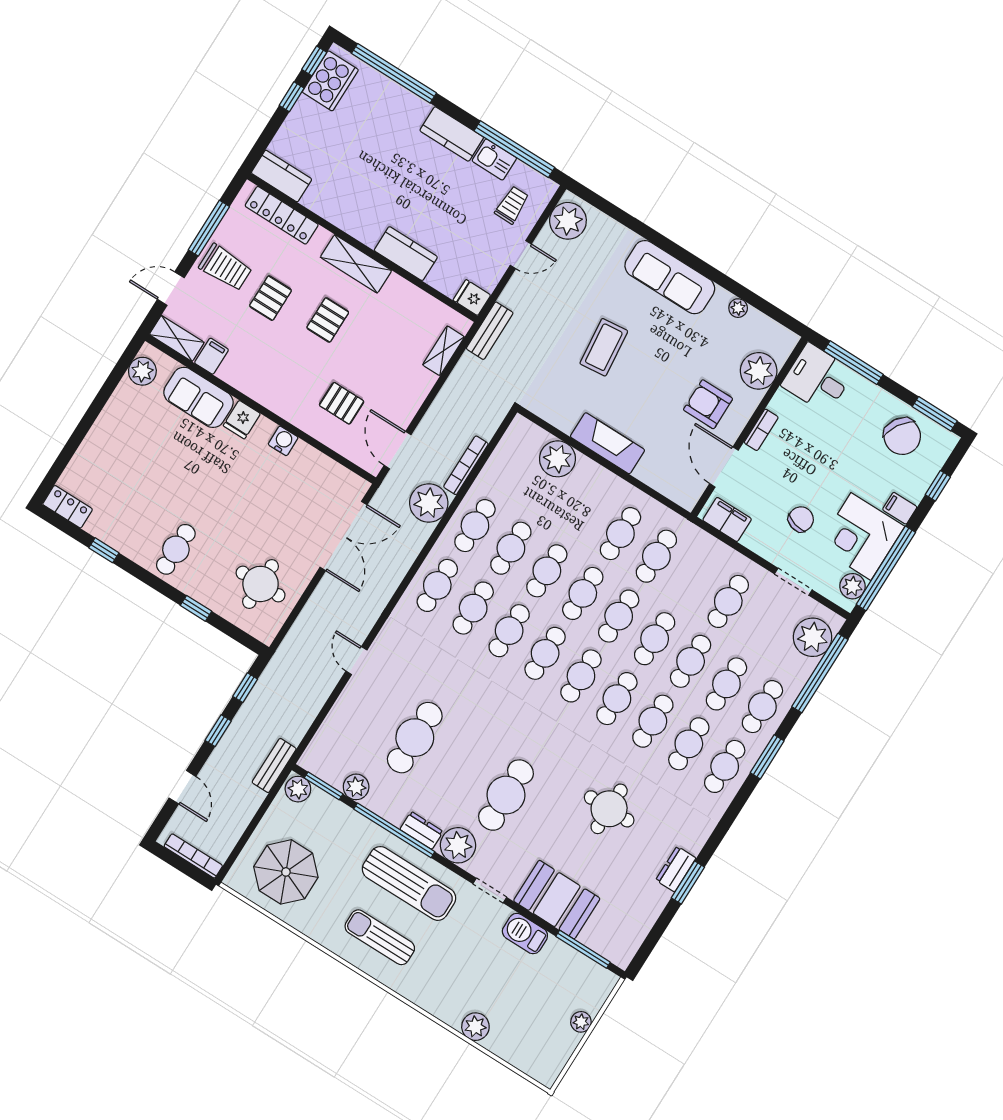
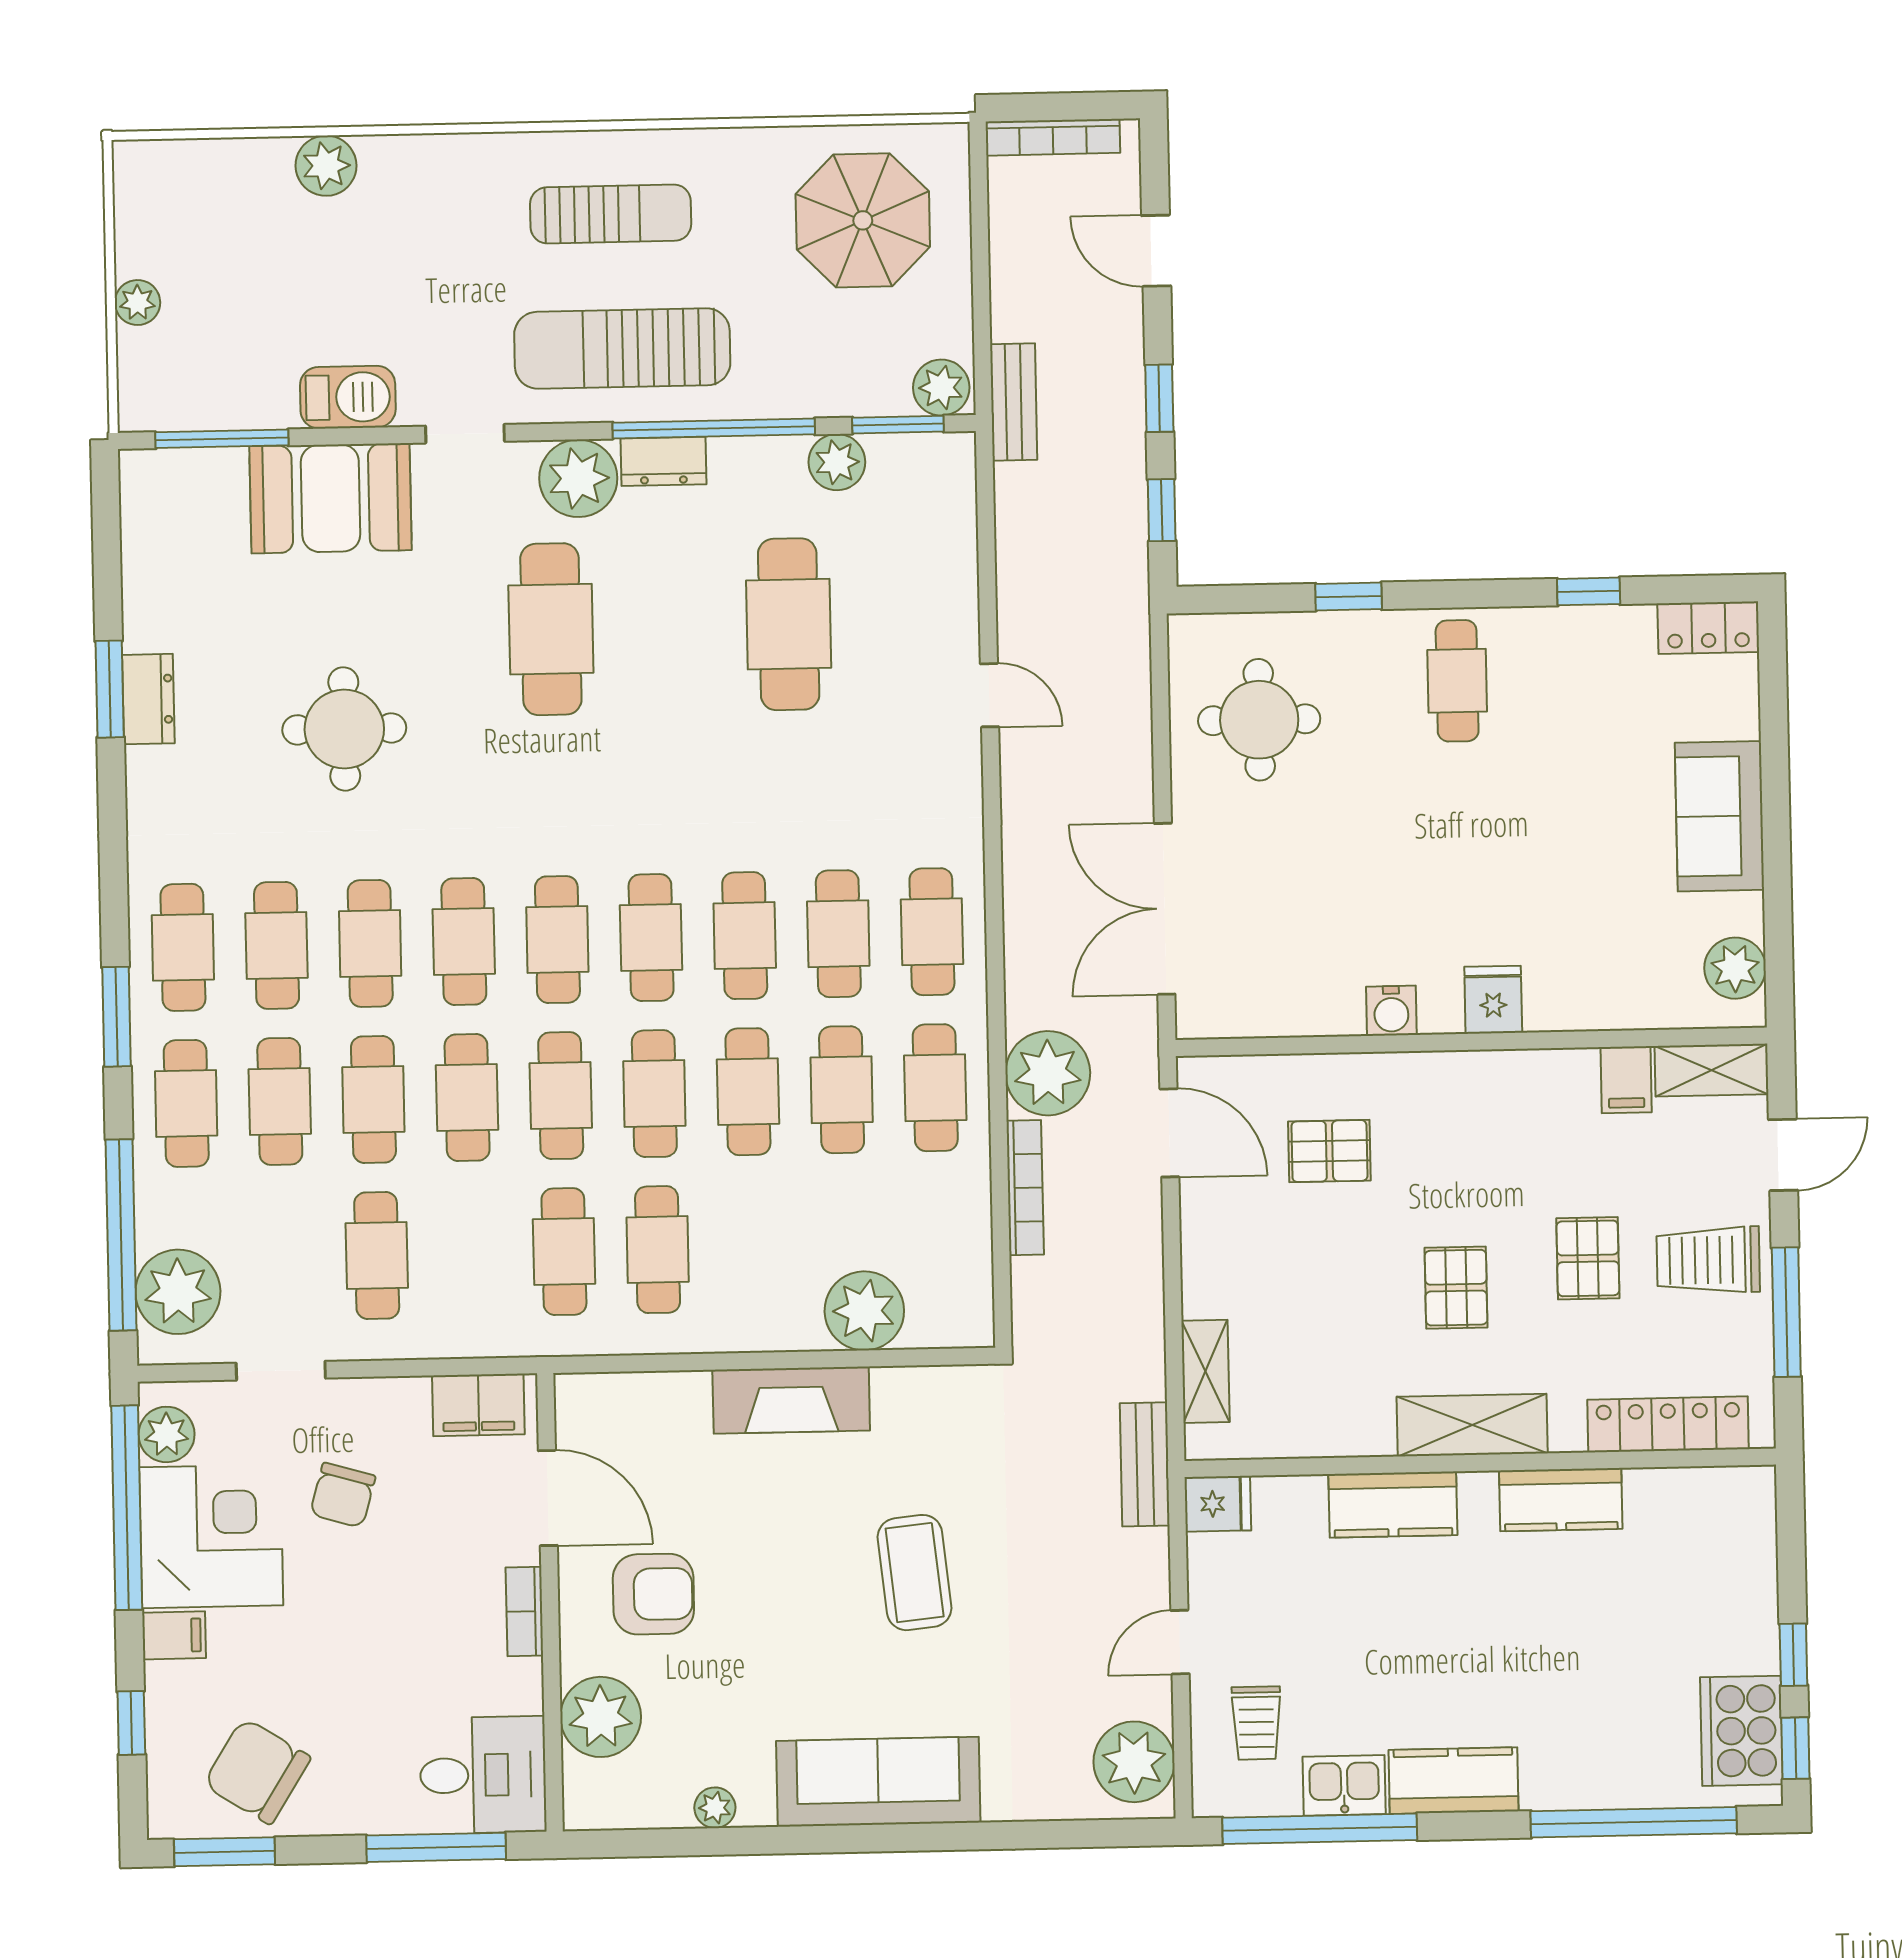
kitchen counter: (282, 176) -> (1561, 1500), moved
sofa: (198, 397) -> (1719, 816), moved, turned -90

